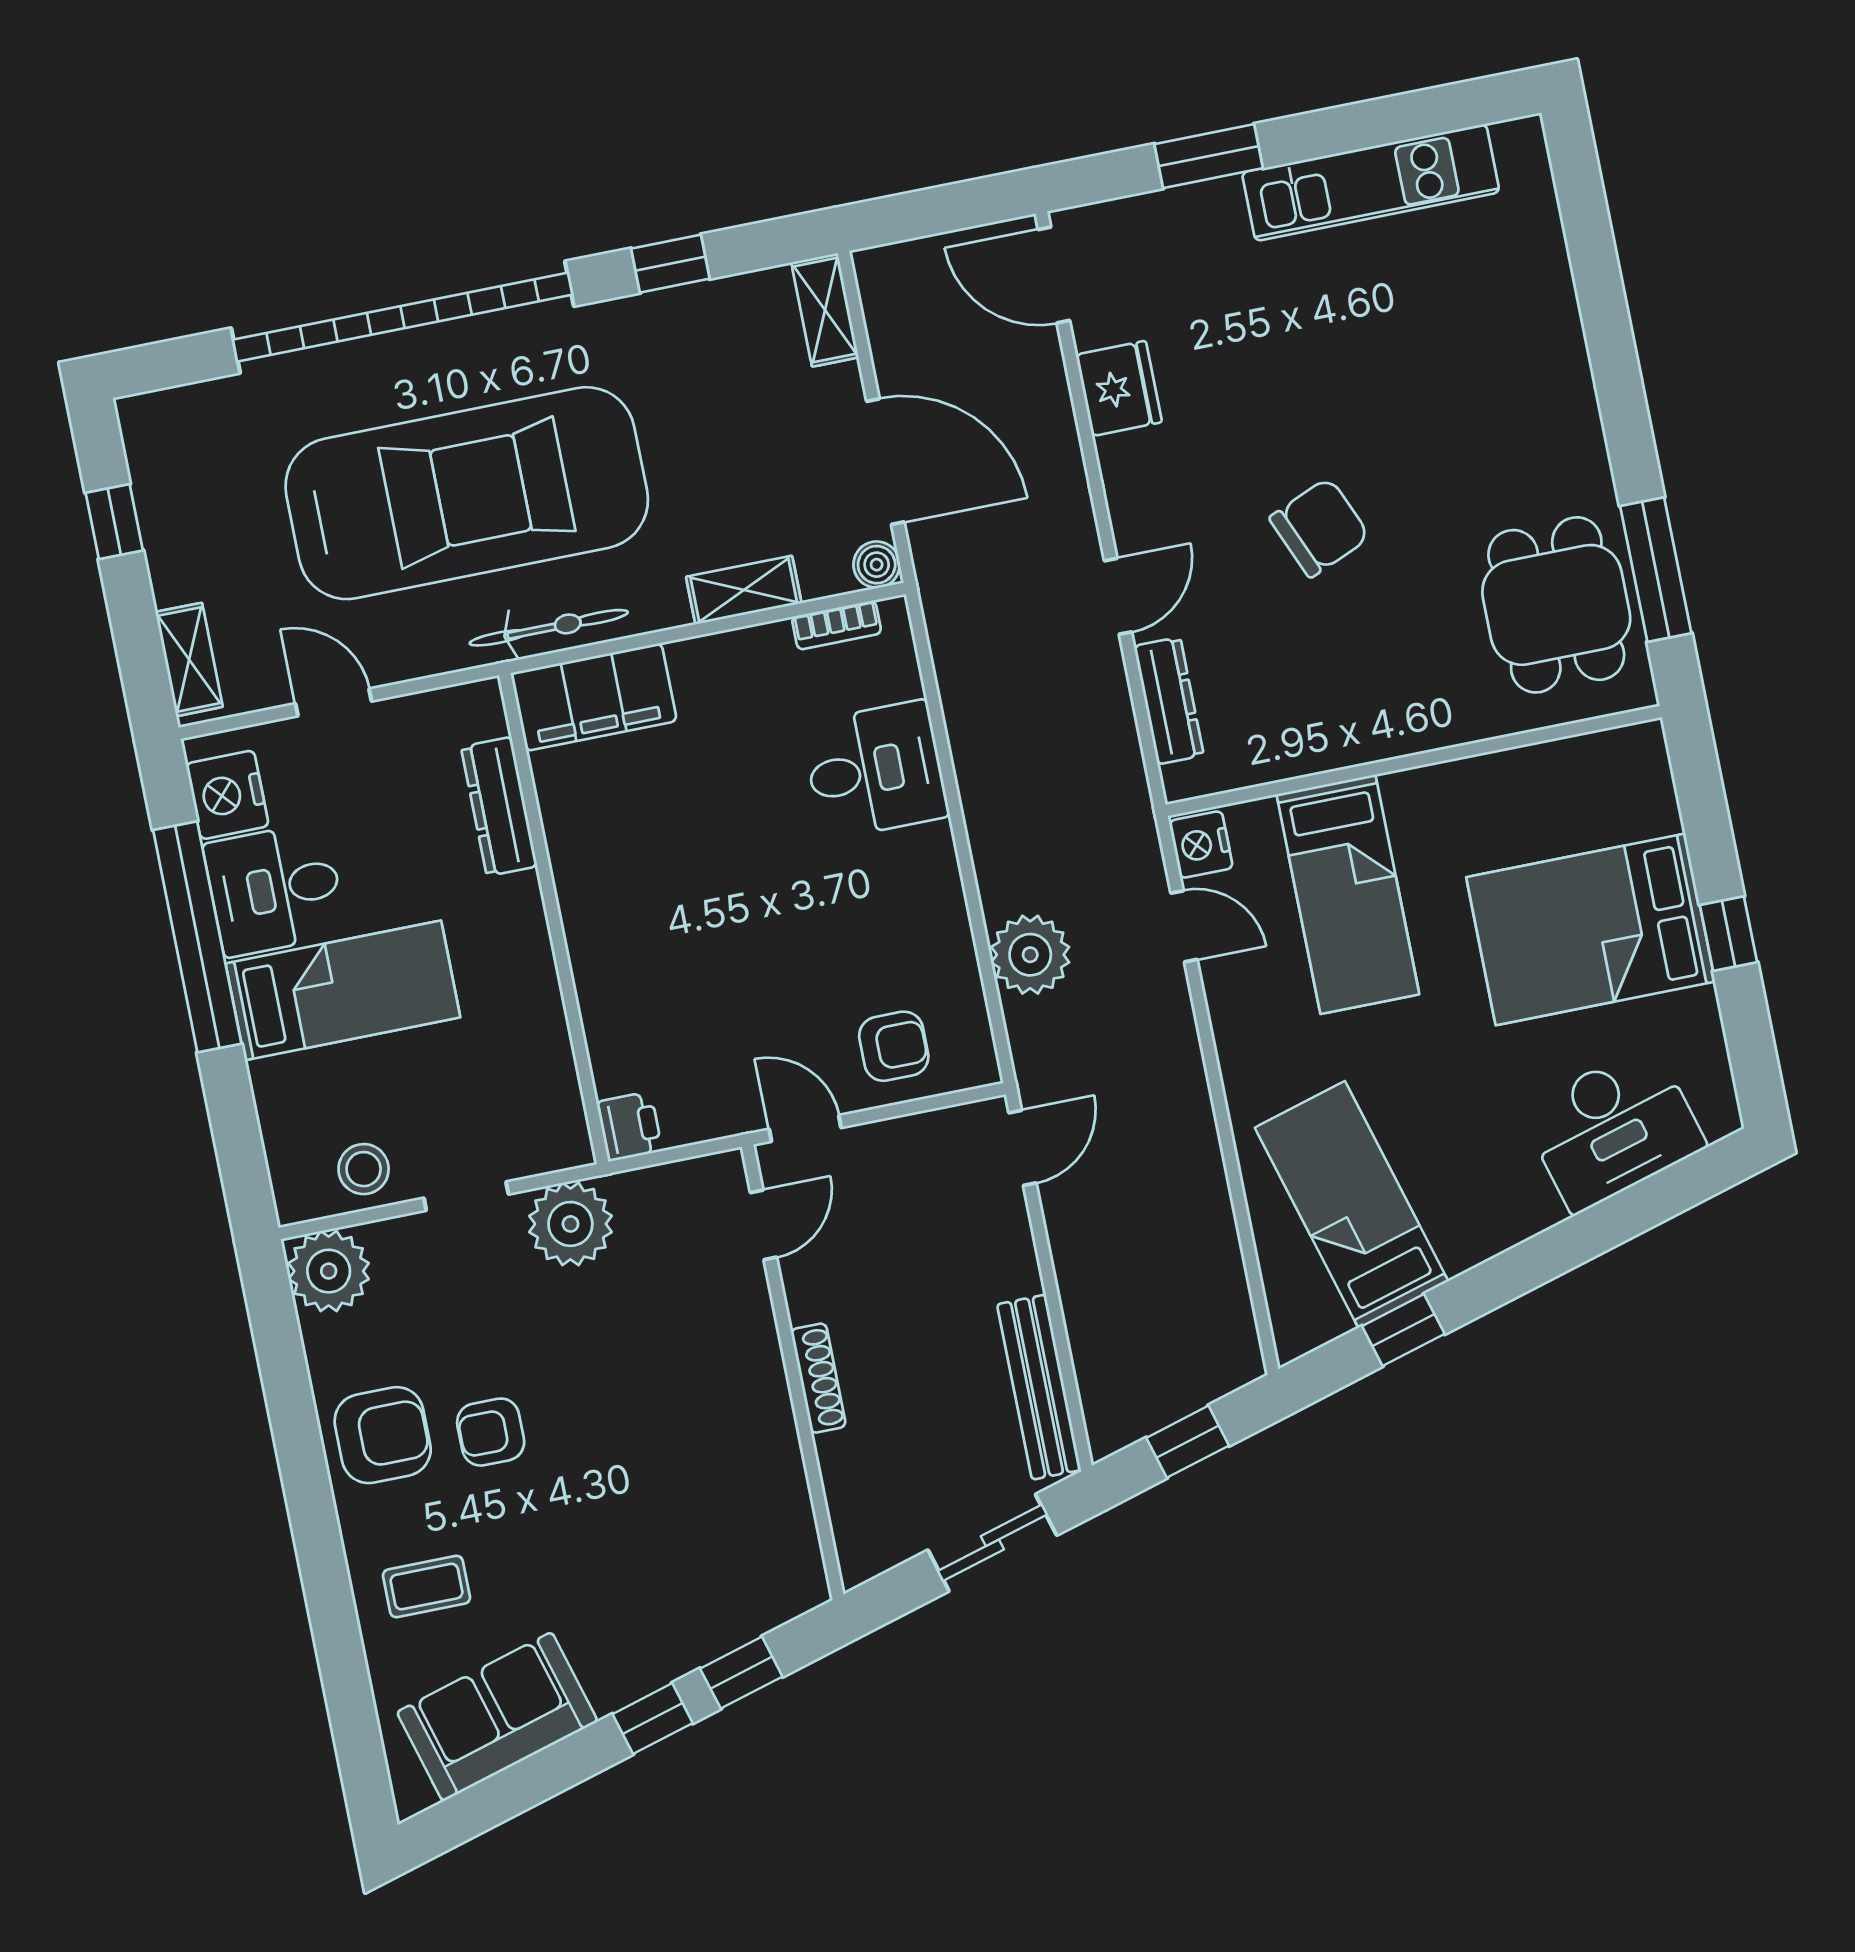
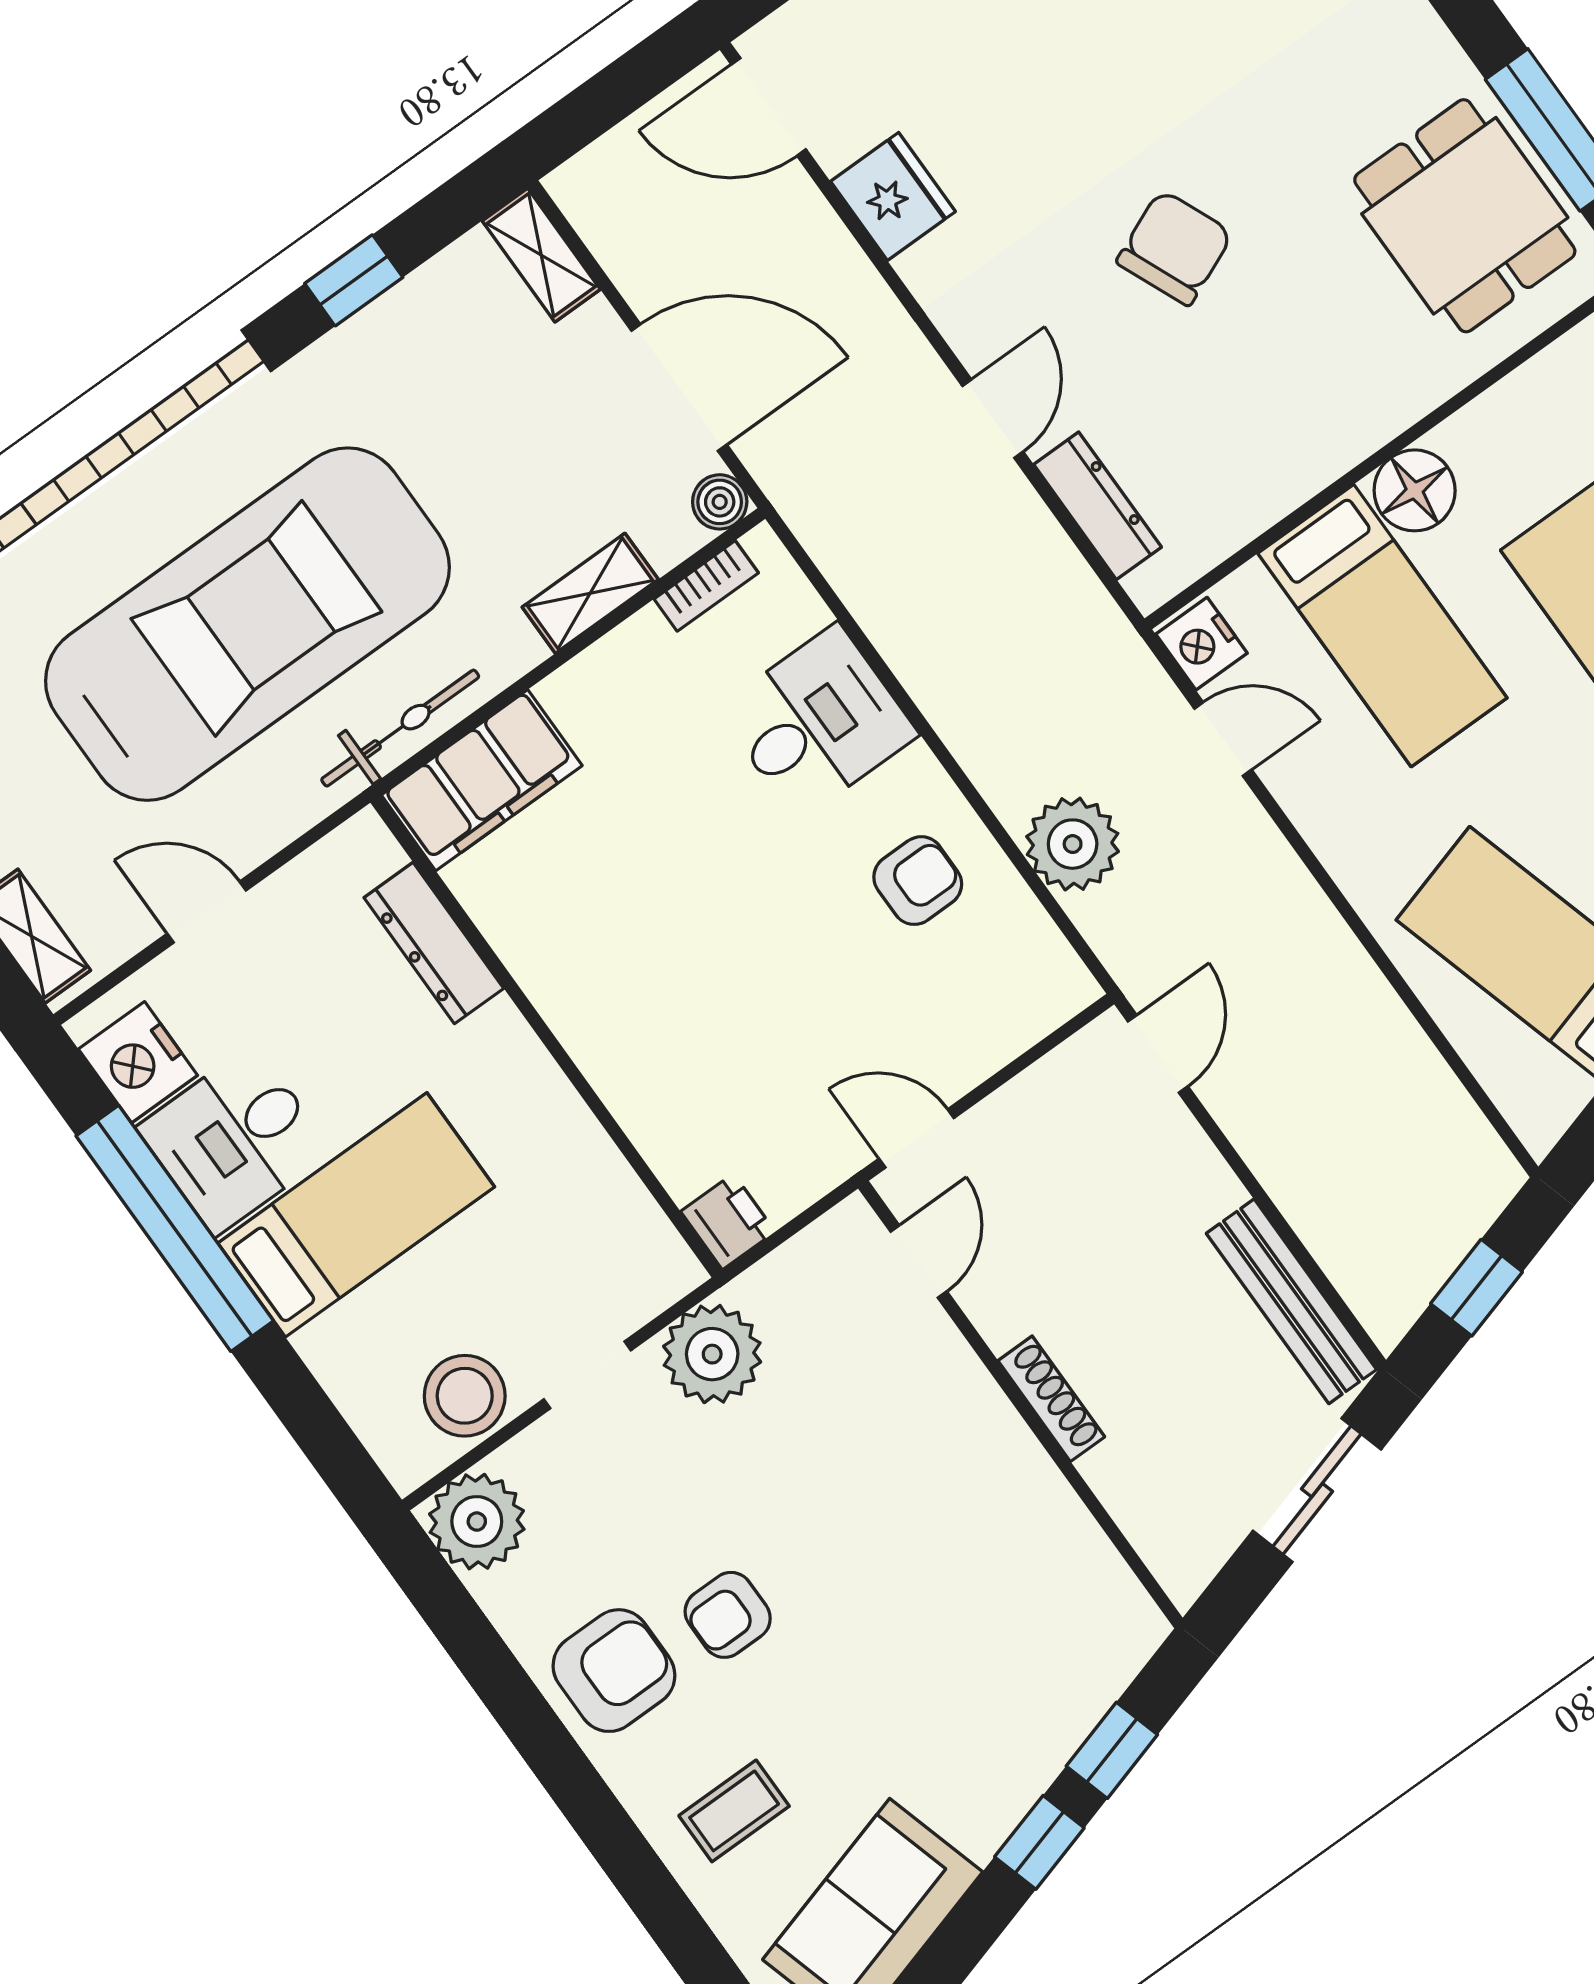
floor lamp: (1420, 801) -> (1415, 490), added
armchair: (894, 1046) -> (918, 881), moved
stool: (364, 1169) -> (465, 1396), width x1.38, depth x1.38

